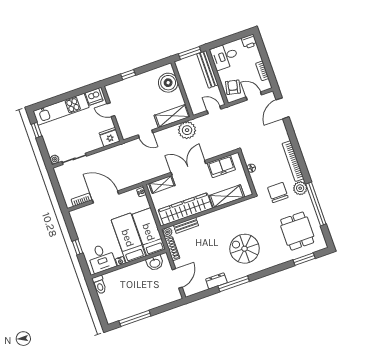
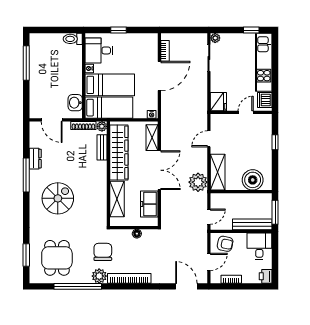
chair: (278, 193) -> (103, 252), turned -90
dining table: (297, 231) -> (57, 258), turned 90

